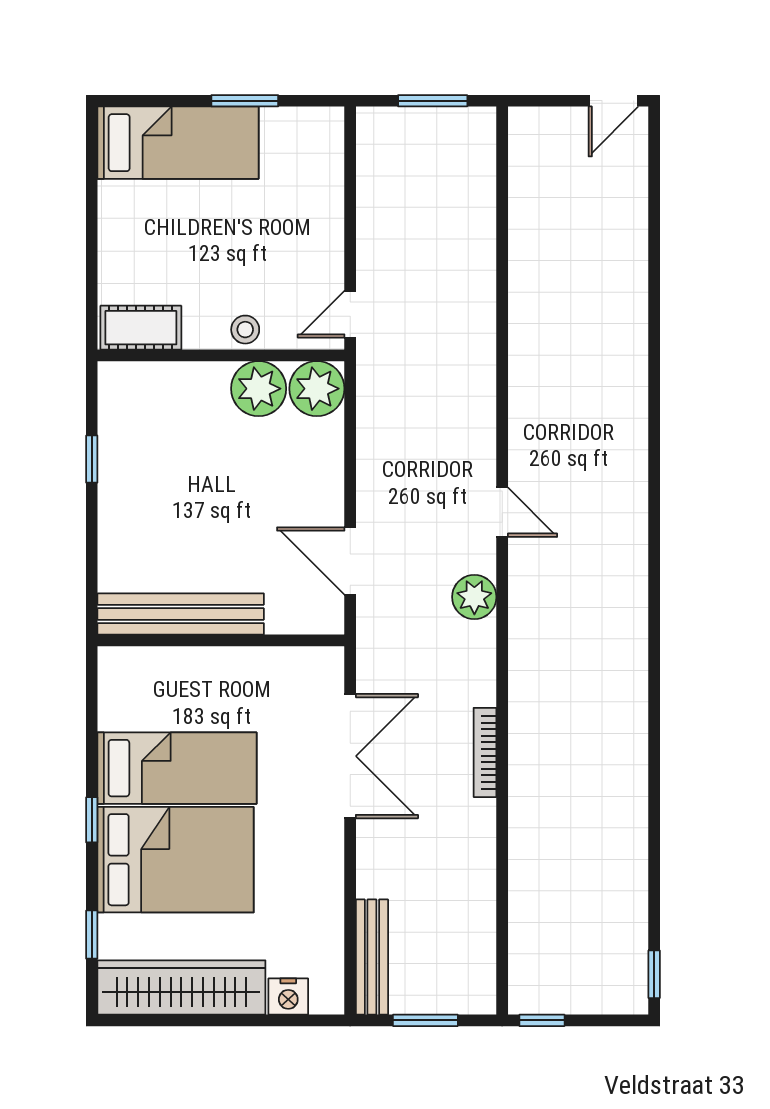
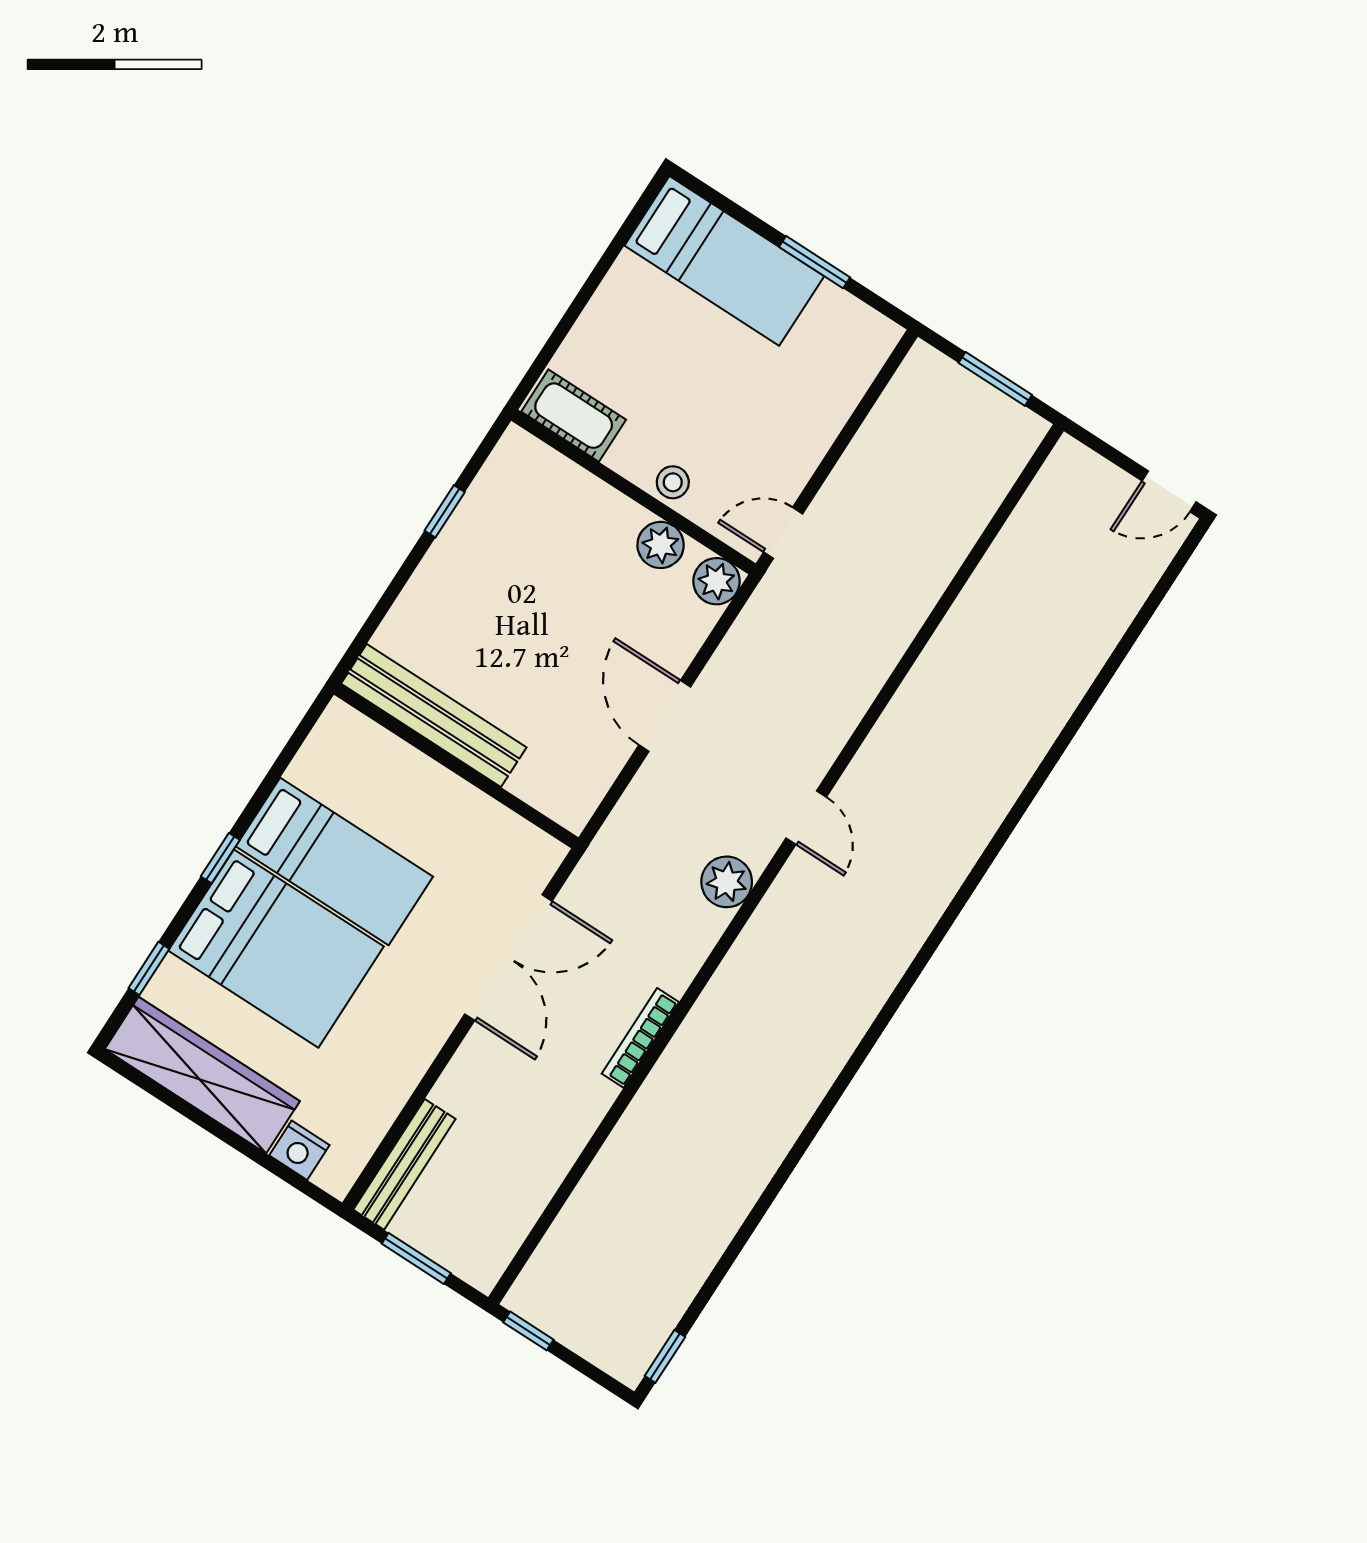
plant: (259, 389) -> (661, 545), width x0.73, depth x0.73
plant: (317, 389) -> (717, 581), width x0.73, depth x0.73
door: (350, 561) -> (665, 716), moved

